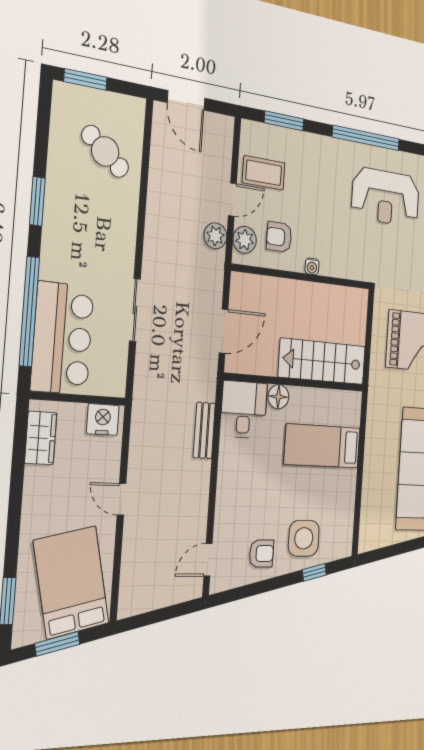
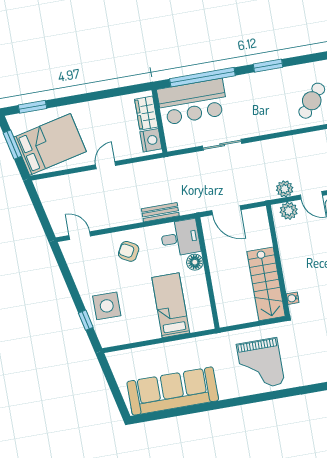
armchair: (279, 237) -> (299, 236), removed
water cooler: (312, 266) -> (293, 298), moved
stairs: (322, 361) -> (266, 284), moved, turned 180
wardrobe: (41, 438) -> (146, 113), moved, turned 90
armchair: (261, 554) -> (129, 251), moved, turned 119

